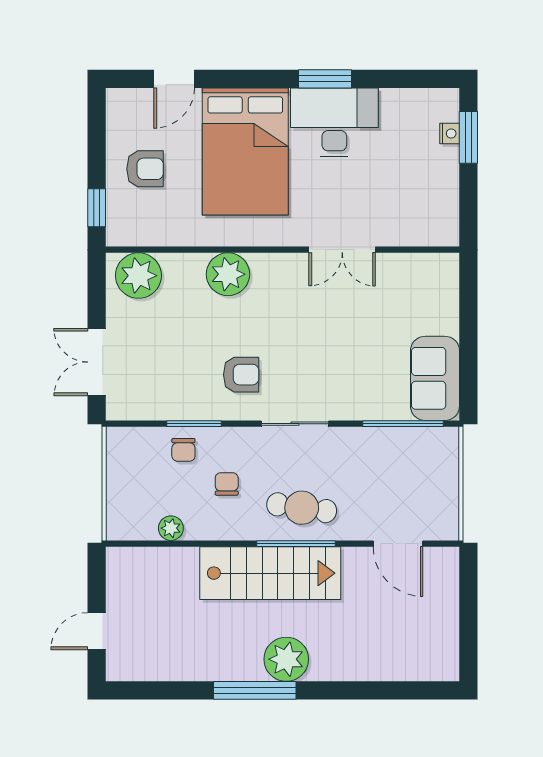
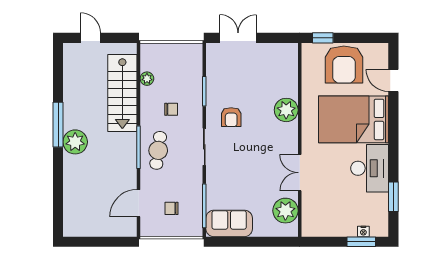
window: (325, 79) -> (393, 197), moved
armchair: (145, 169) -> (344, 65), width x1.88, depth x1.88
plant: (138, 276) -> (285, 211), moved
chair: (183, 450) -> (172, 208), moved
stairs: (270, 573) -> (122, 93), moved

